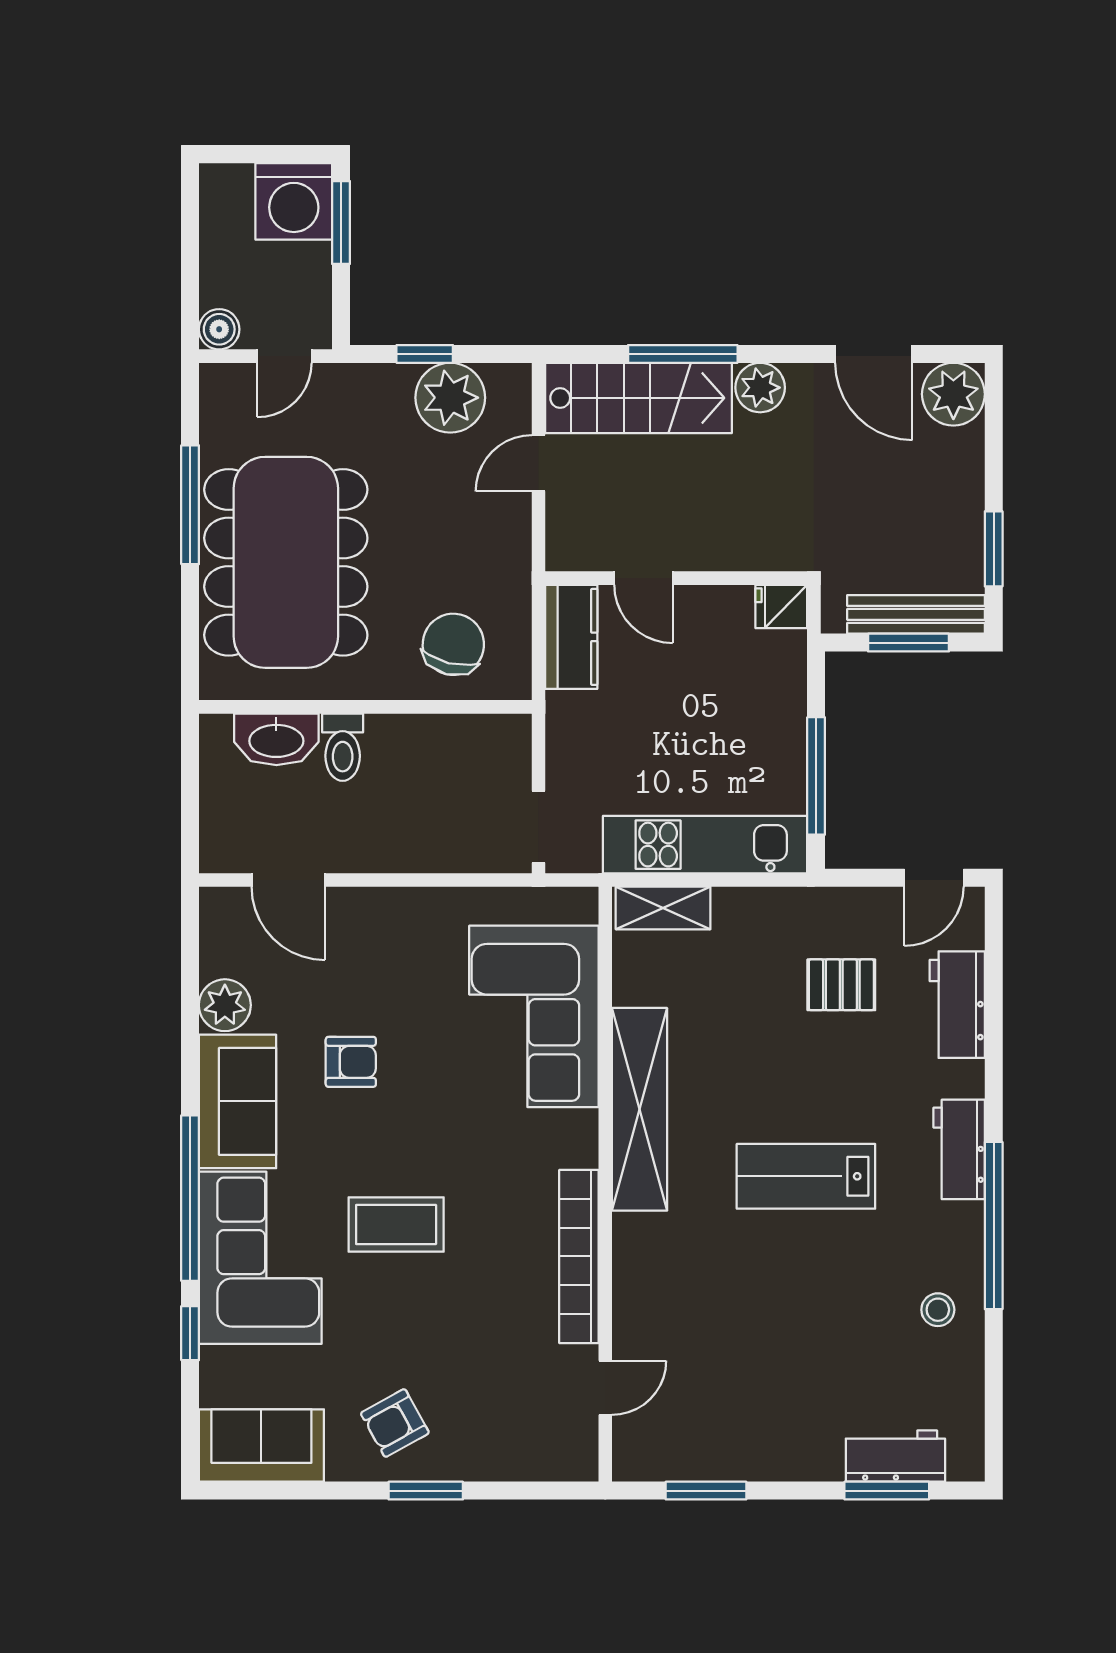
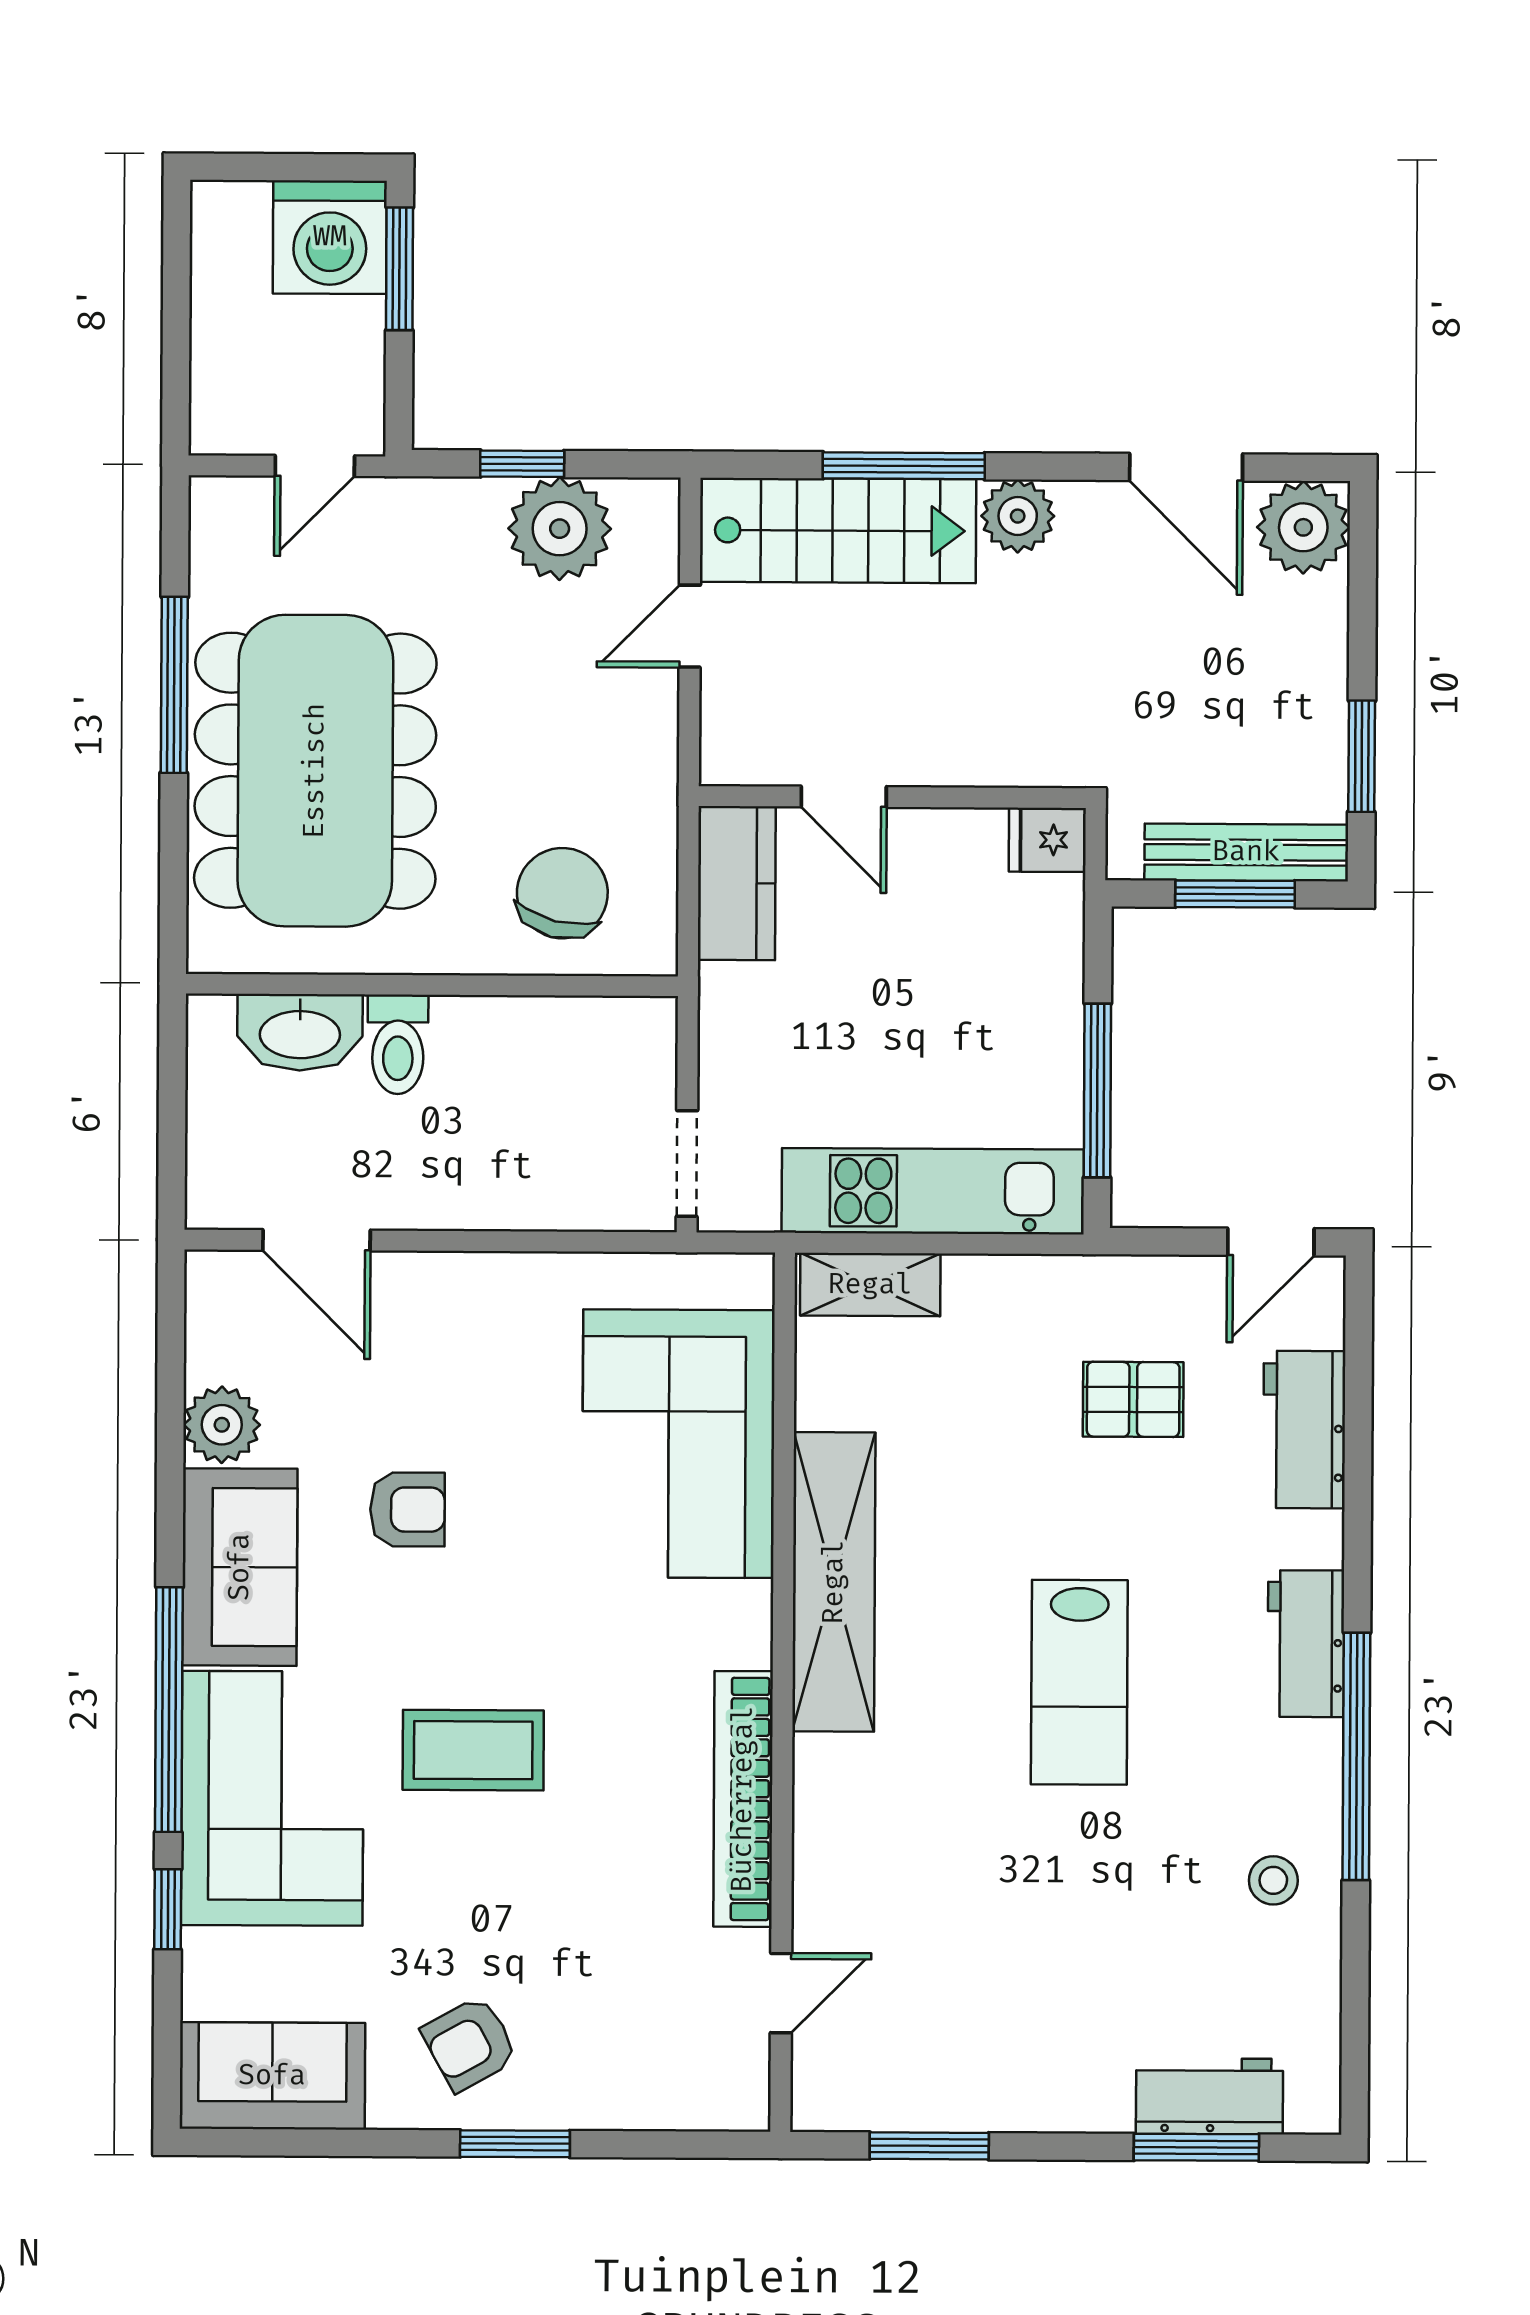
boiler: (219, 329) -> (219, 426), removed
lab bench: (806, 1176) -> (1079, 1682), turned -90

